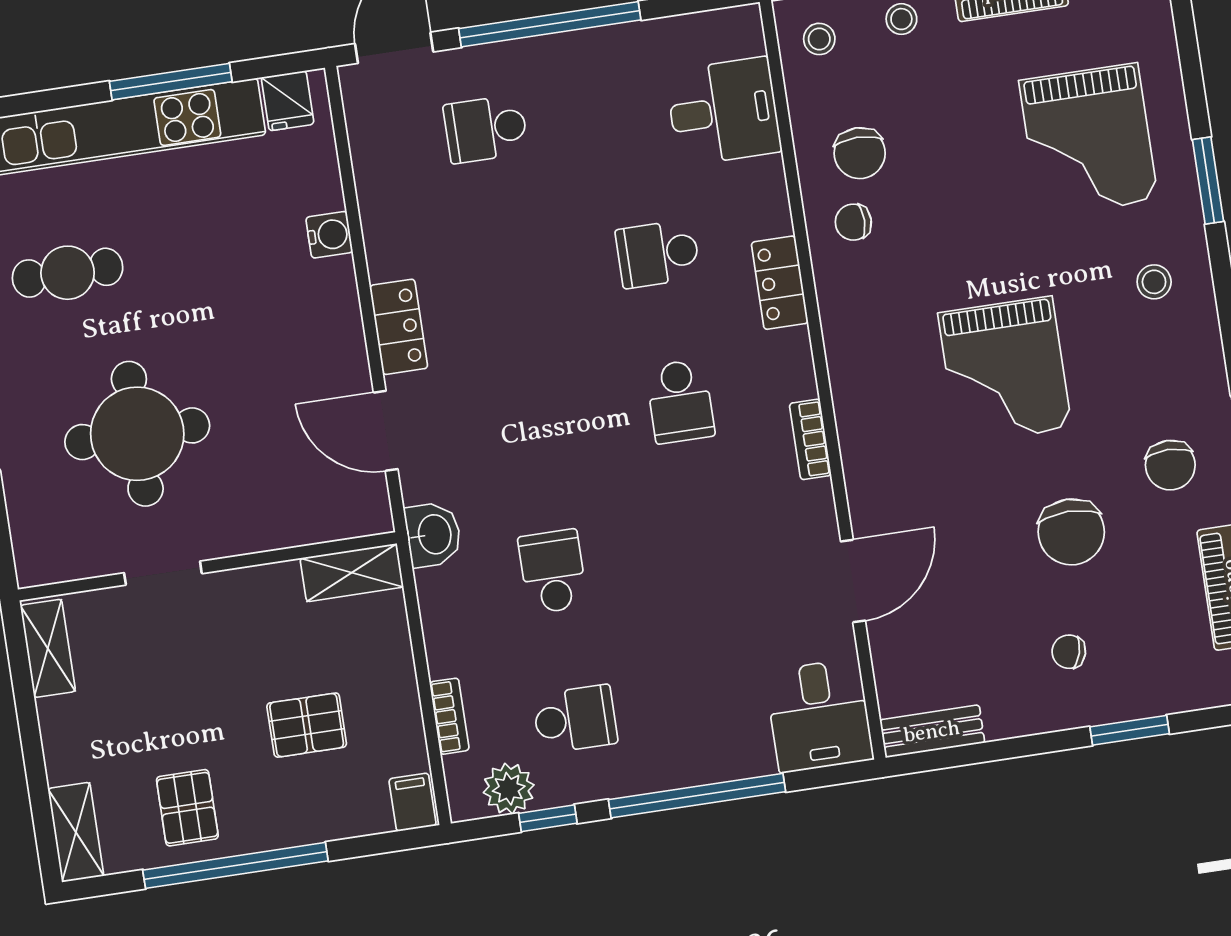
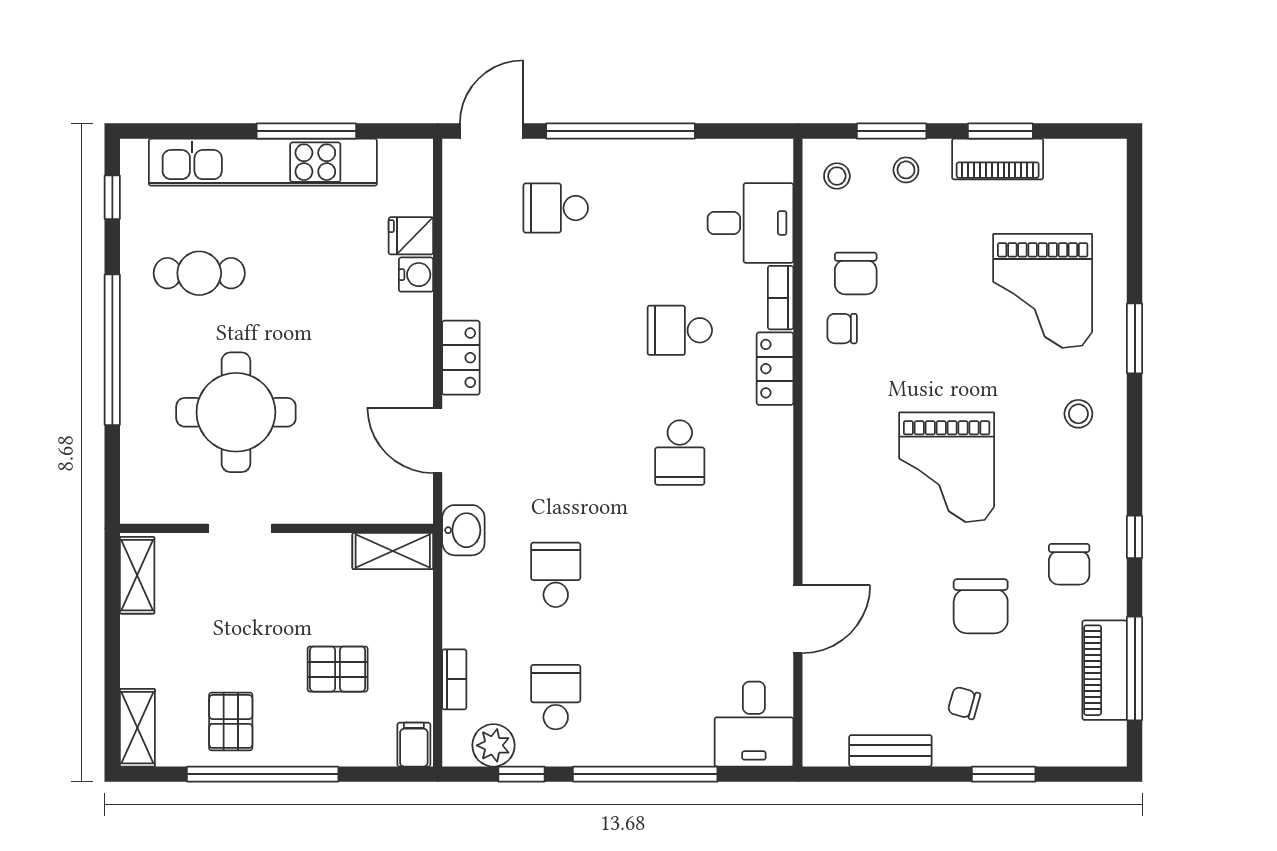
fridge: (288, 101) -> (411, 236), moved, turned 90
bookcase: (810, 439) -> (781, 298), moved
school desk: (575, 719) -> (556, 697), turned -90
bench: (932, 731) -> (890, 751), moved

